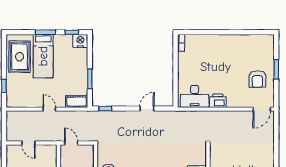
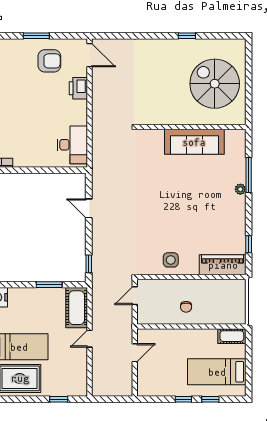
printer: (218, 101) -> (78, 88), moved
cot: (77, 102) -> (77, 308), width x1.37, depth x1.34
door: (28, 143) -> (135, 353), moved
door: (71, 143) -> (135, 296), moved

